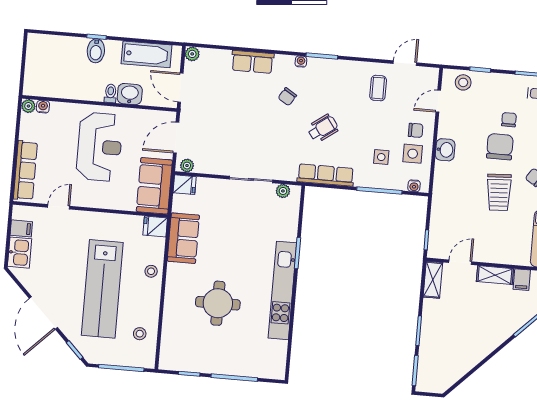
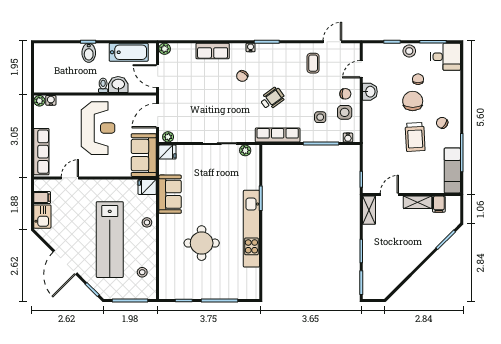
stool: (463, 82) -> (409, 51), moved
washbasin: (445, 150) -> (370, 92), moved

